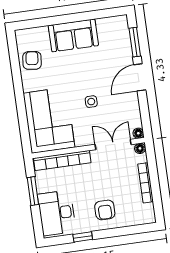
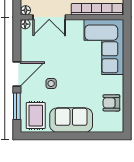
rug: (113, 35) -> (36, 116), added
armchair: (32, 60) -> (111, 103), turned 83
side table: (91, 102) -> (51, 84), moved

